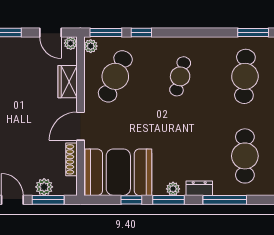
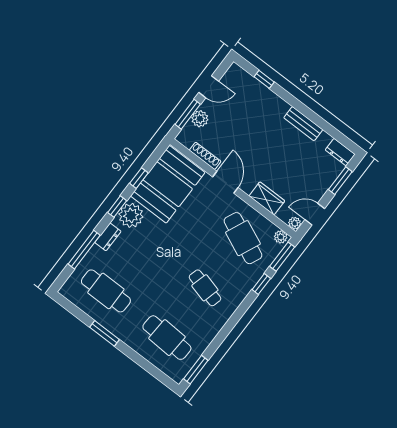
plant: (173, 189) -> (131, 215), width x1.88, depth x1.88
window: (169, 200) -> (117, 207), width x0.67

